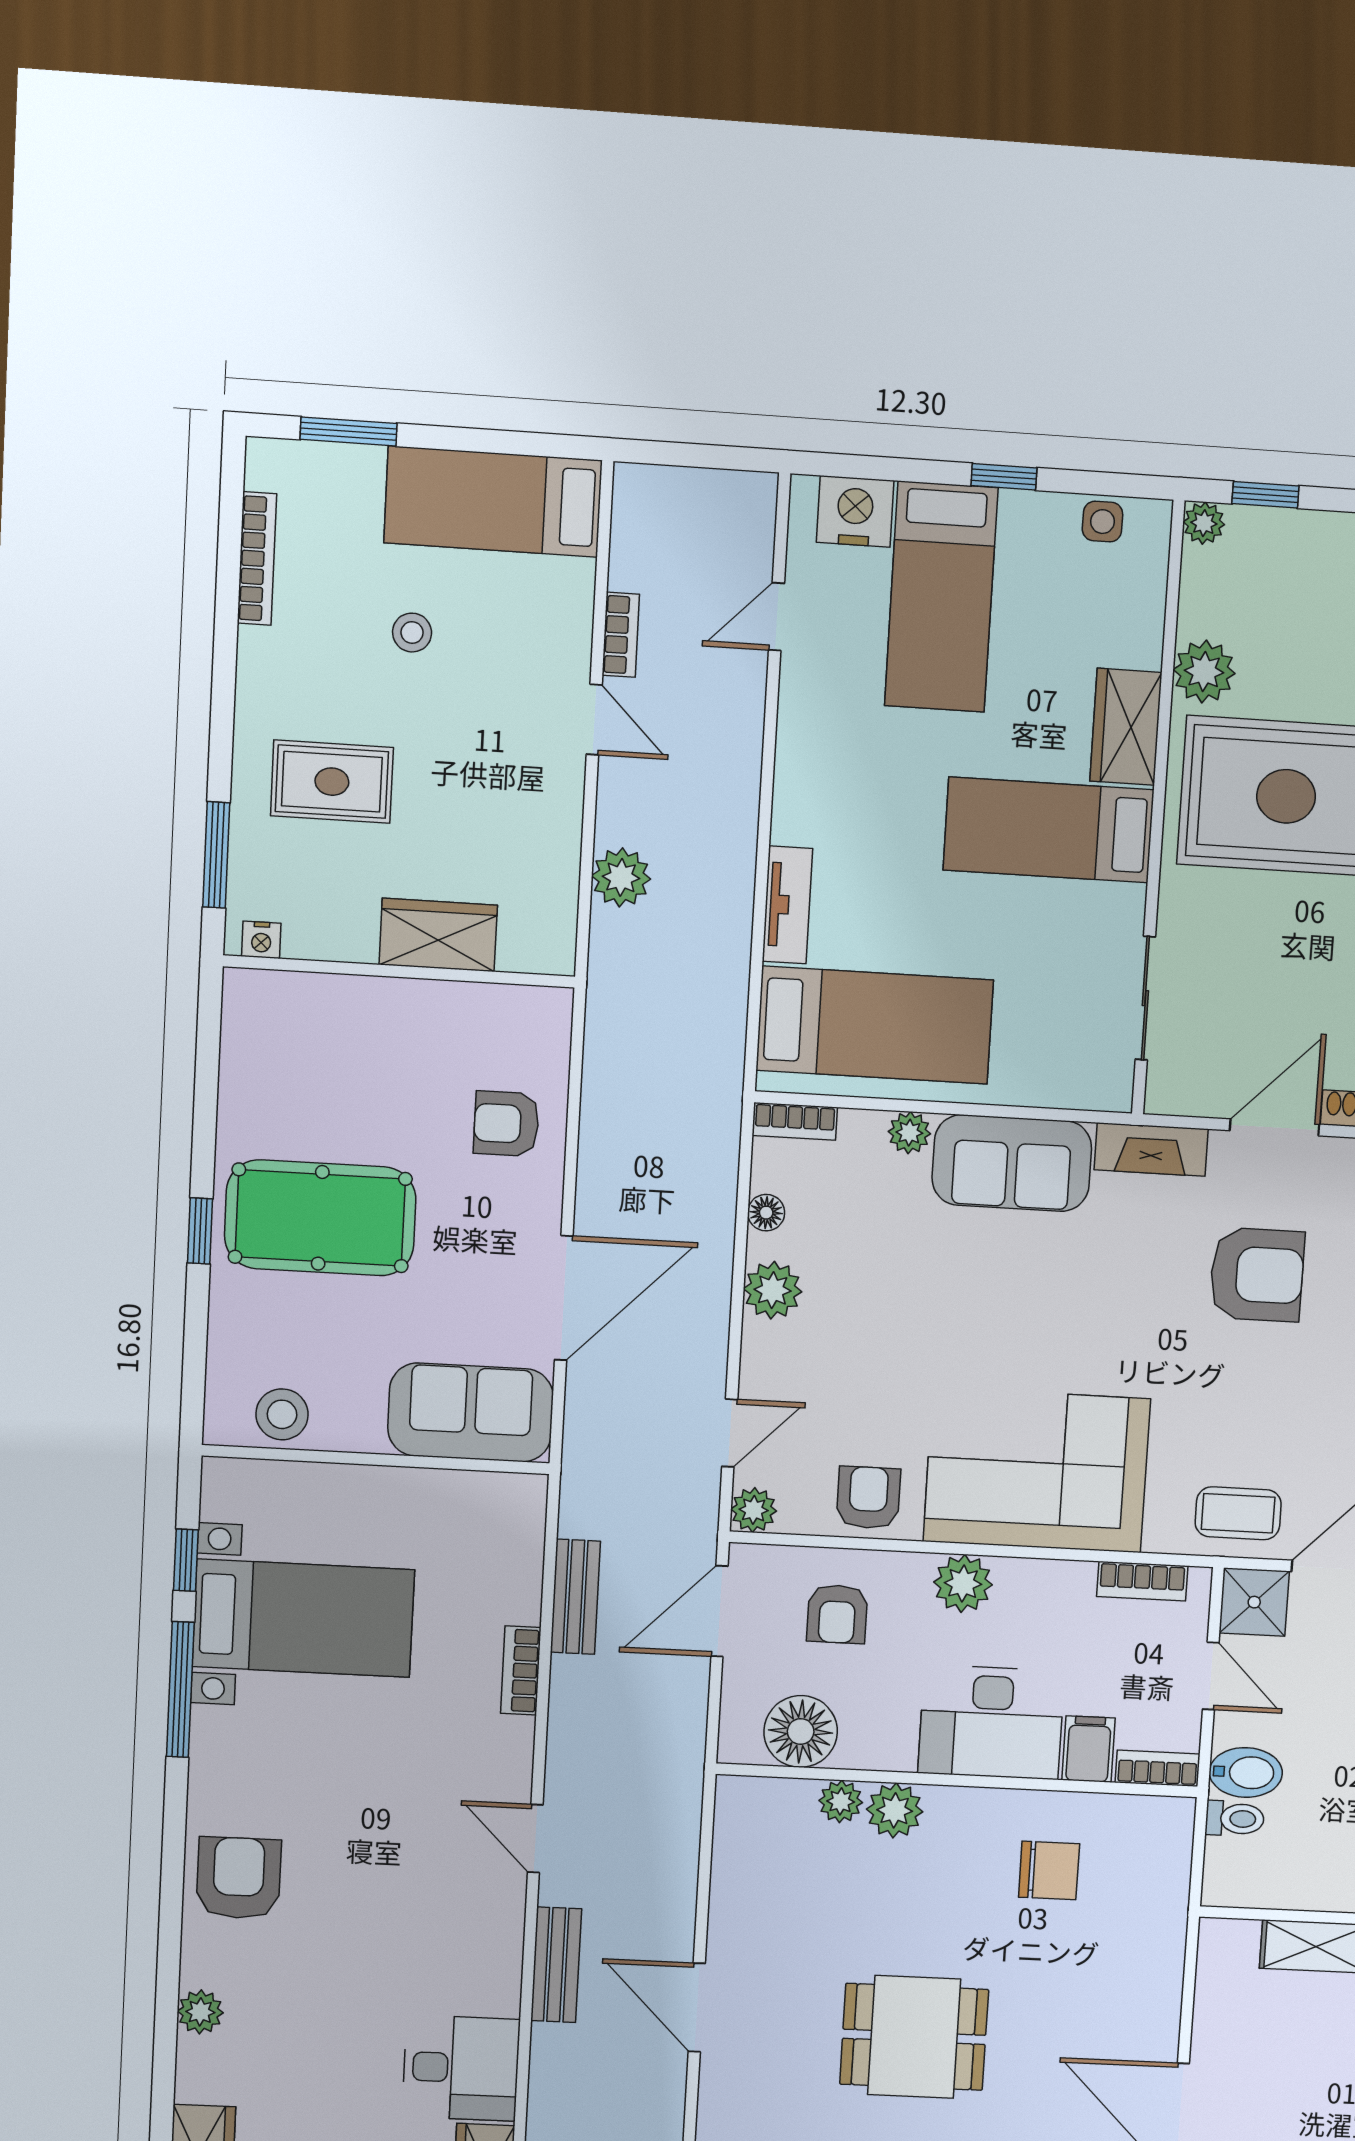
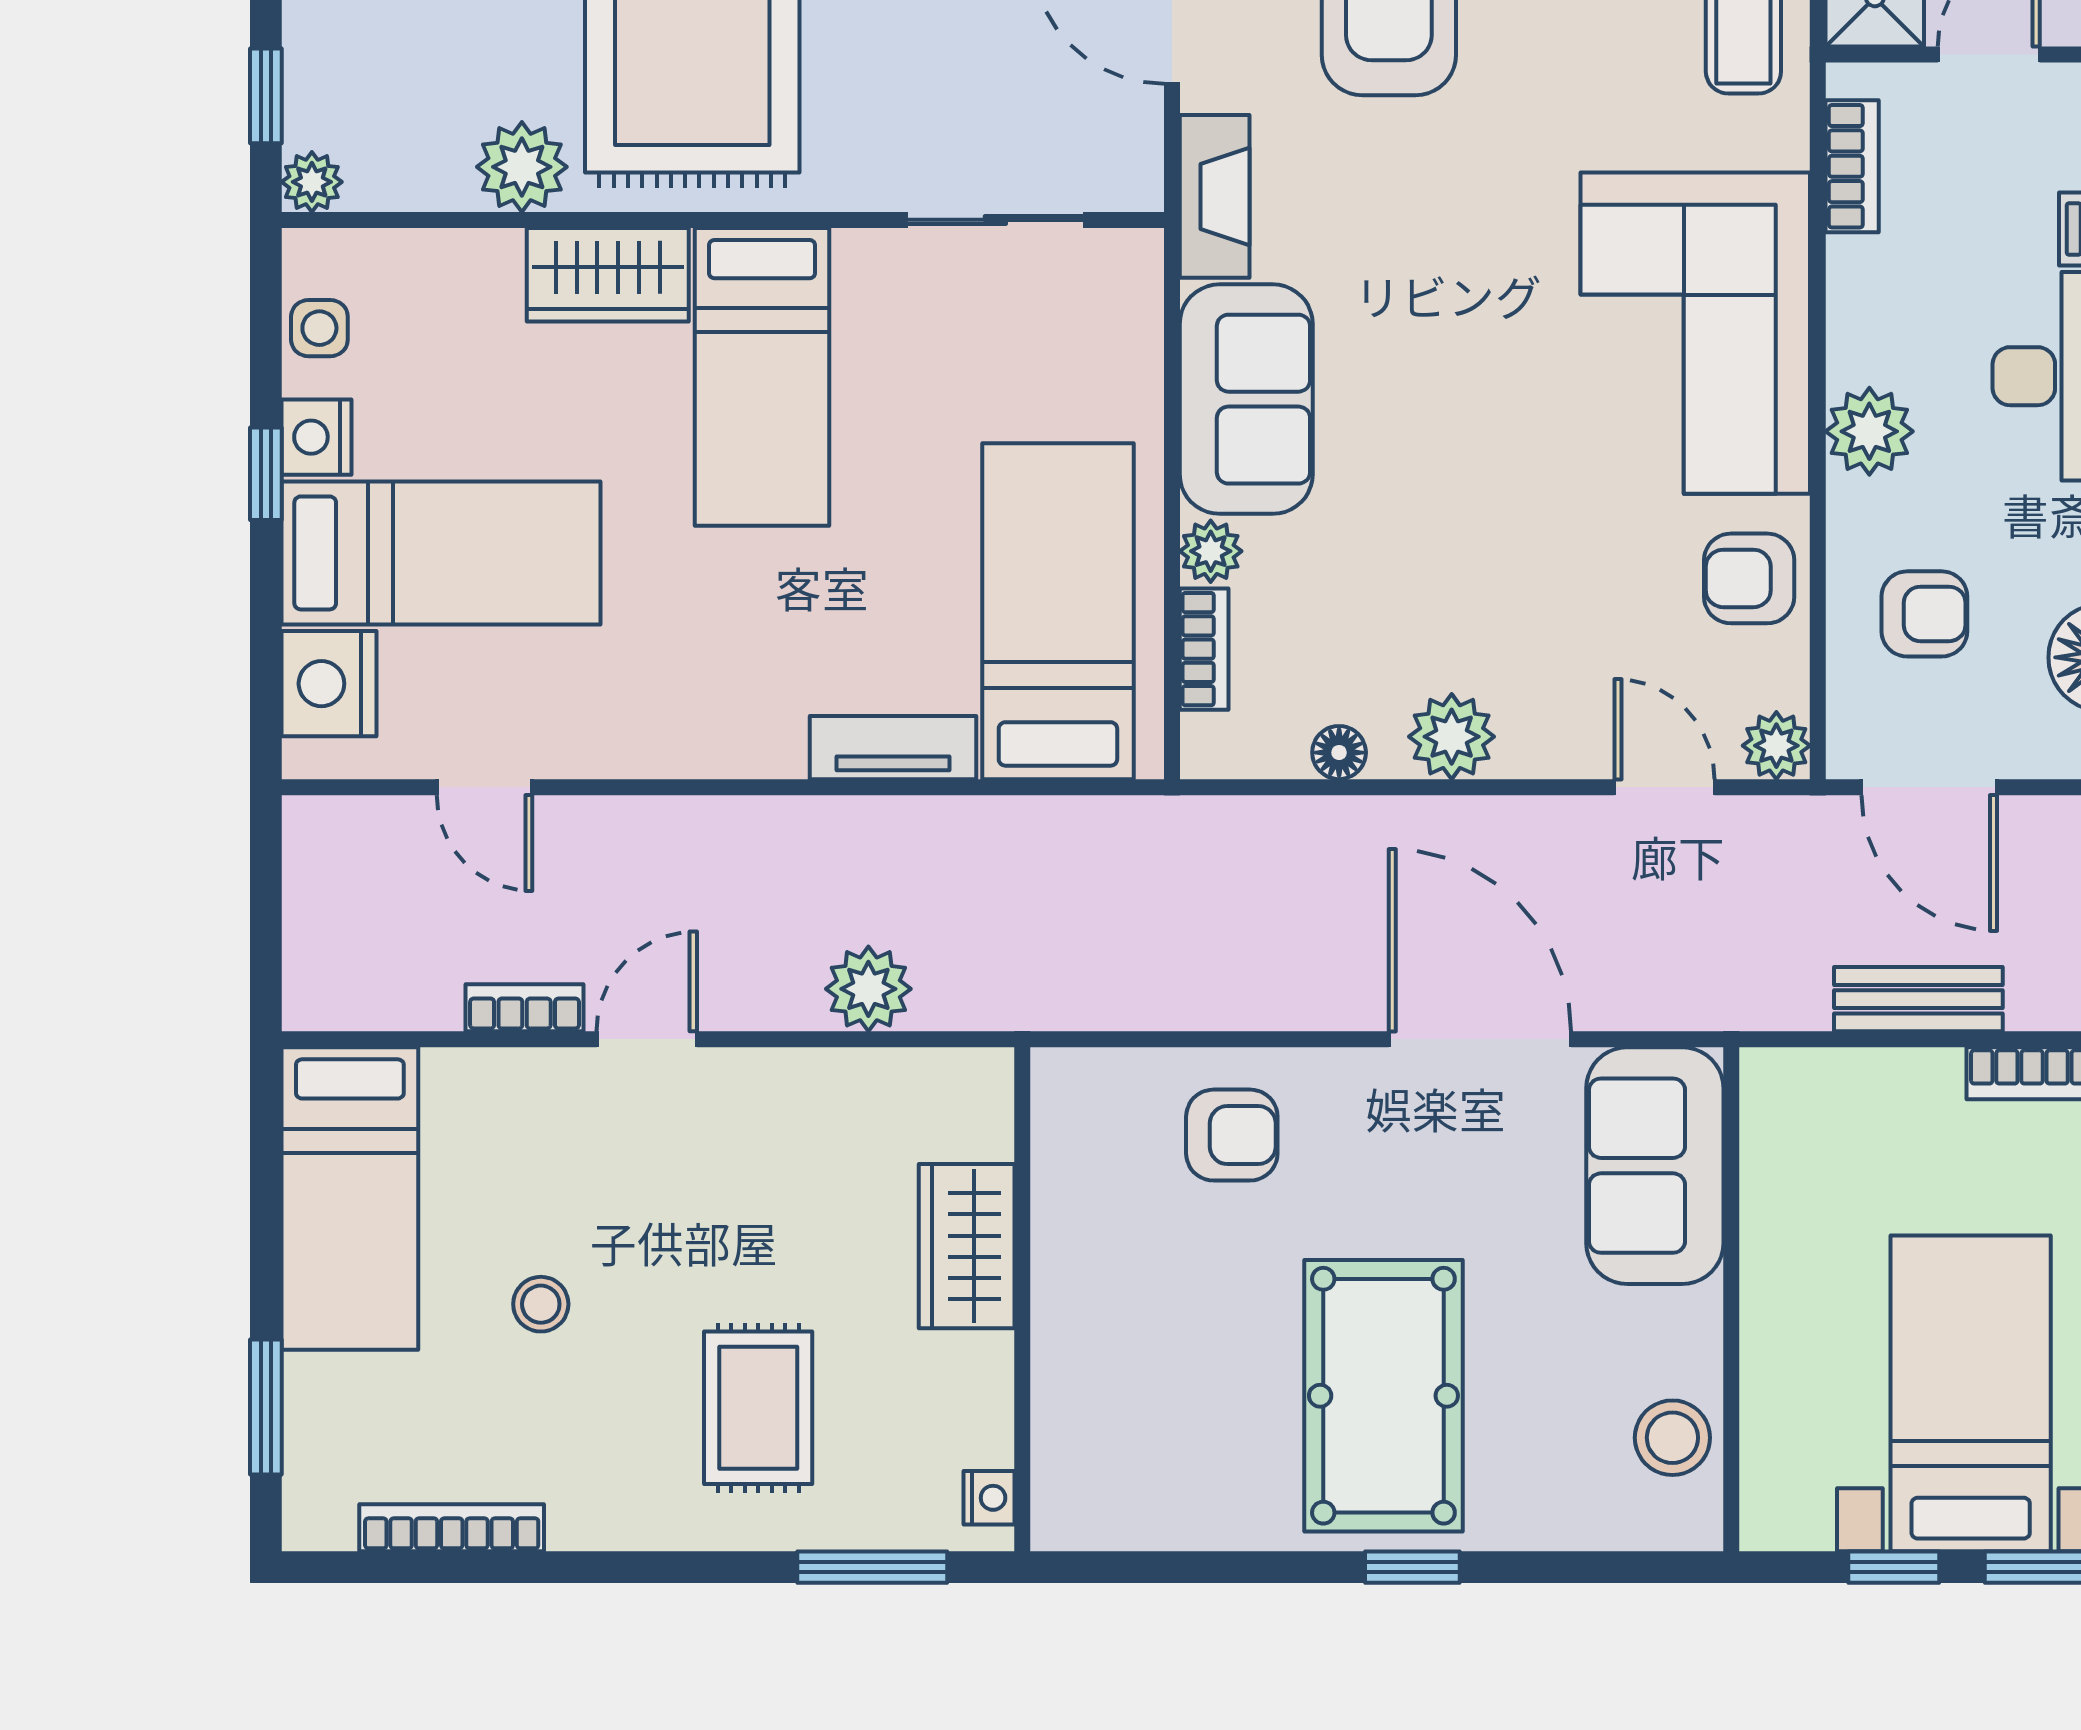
nightstand: (1027, 514) -> (317, 437), added
bookcase: (795, 1121) -> (1204, 649), moved
armchair: (506, 1124) -> (1232, 1135), turned -90

